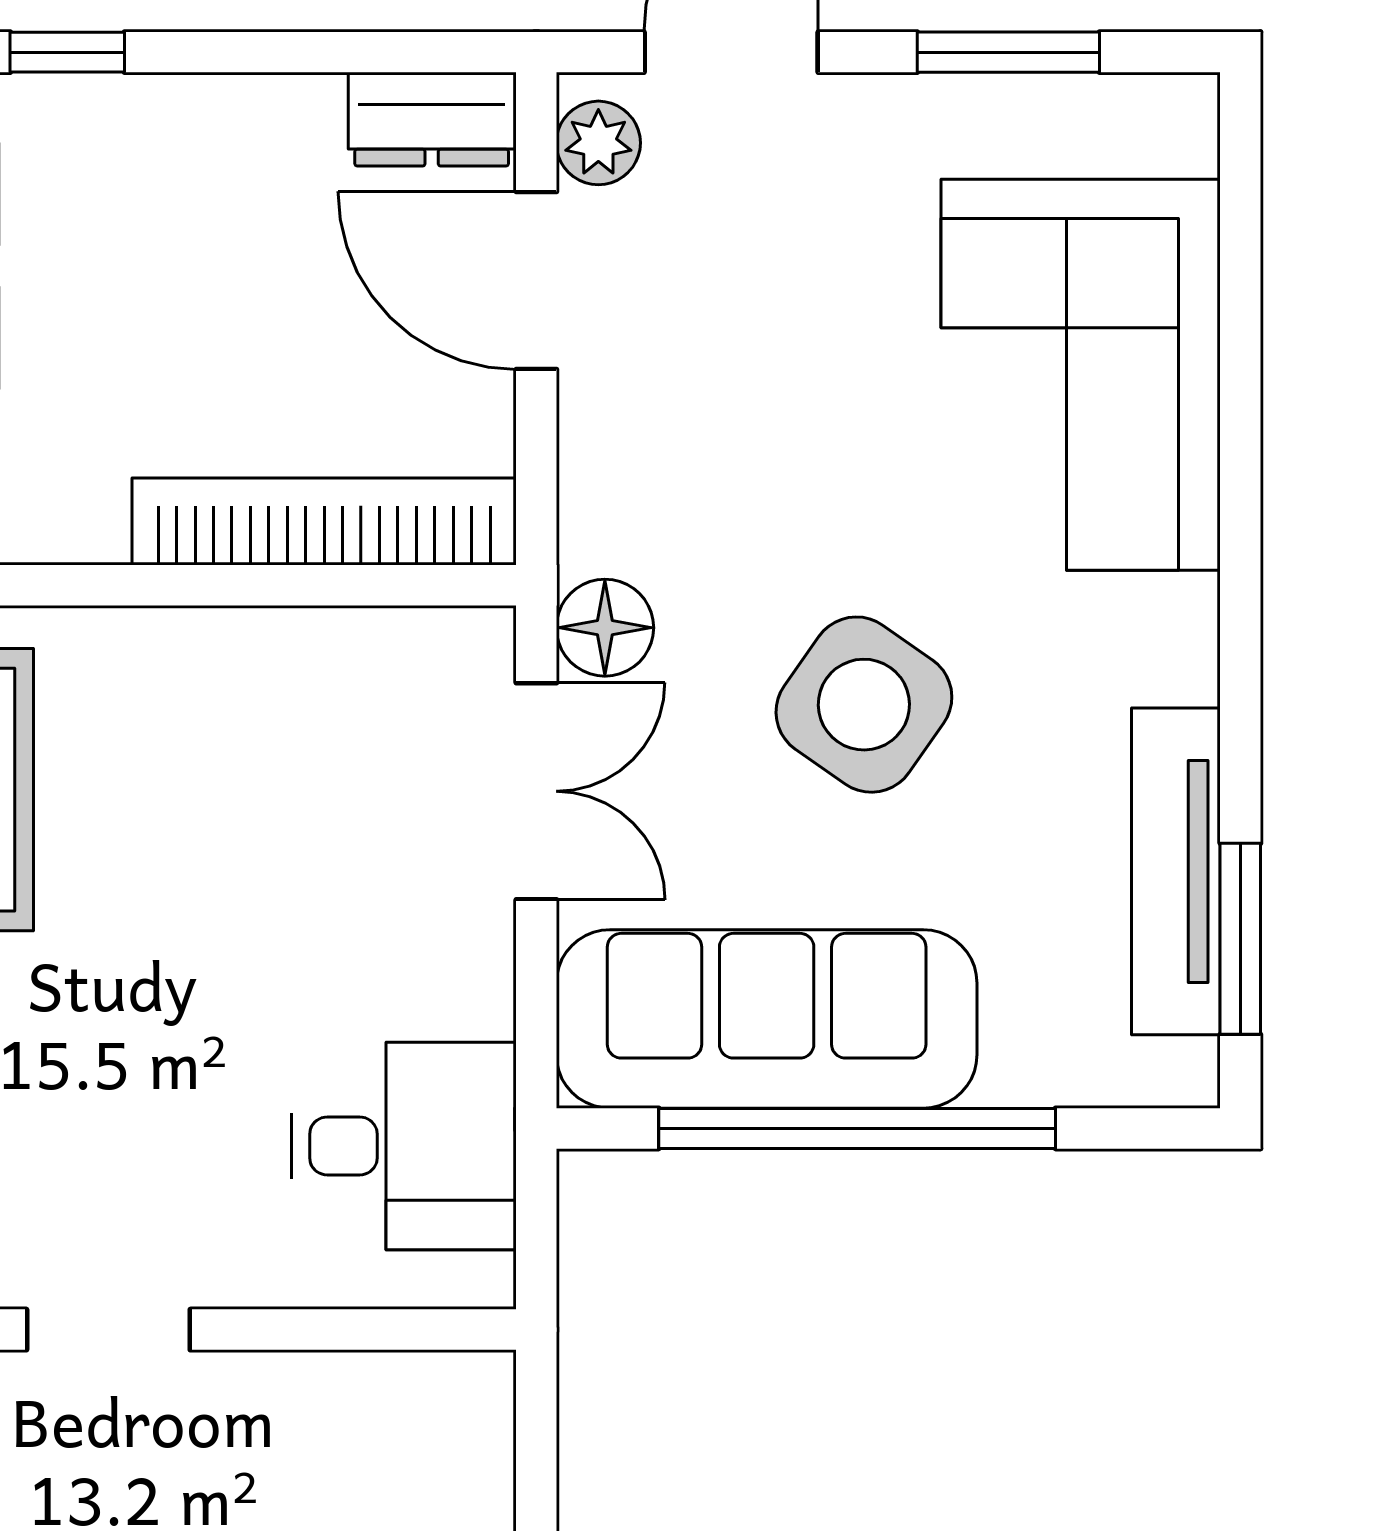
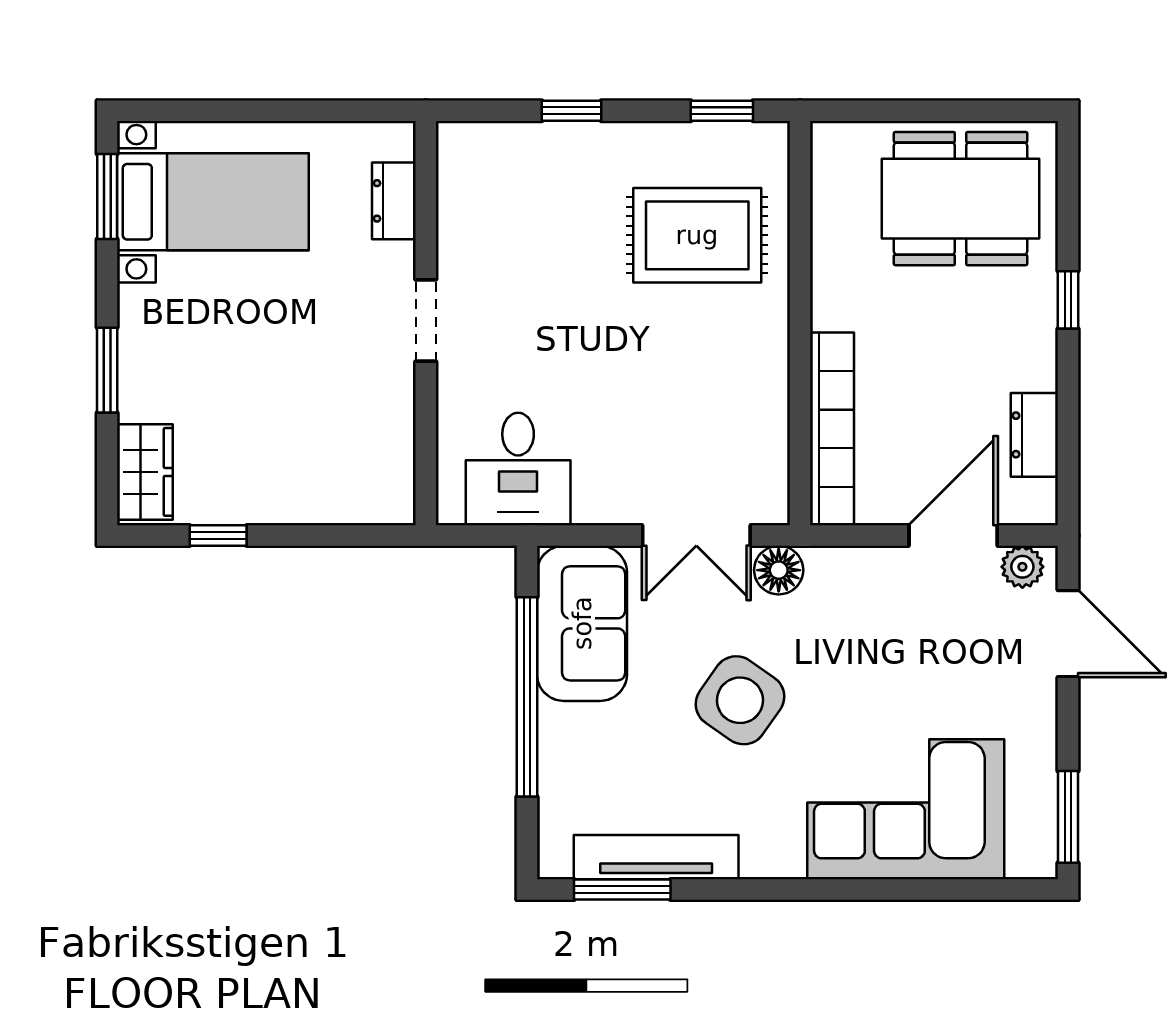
window: (1008, 52) -> (1068, 817), moved
dresser: (432, 119) -> (1034, 435), moved
sofa: (767, 1019) -> (582, 623), width x0.73

